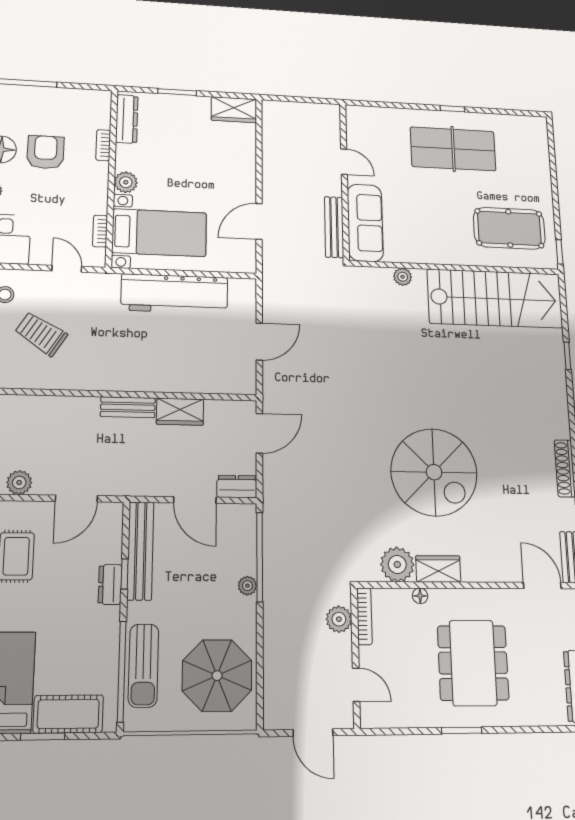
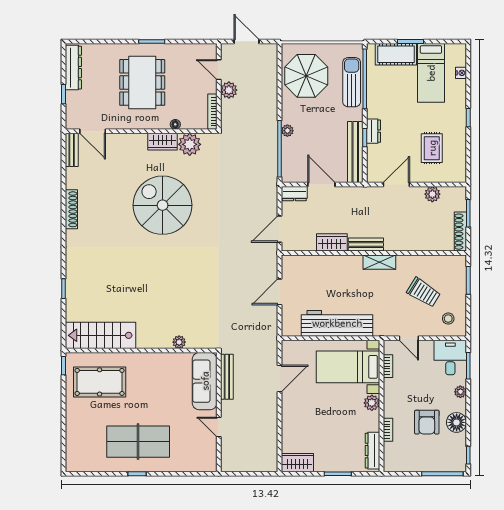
stairs: (495, 299) -> (100, 335), width x0.73, depth x0.66
shelving: (108, 380) -> (379, 262), added
plant: (339, 619) -> (229, 90), moved

